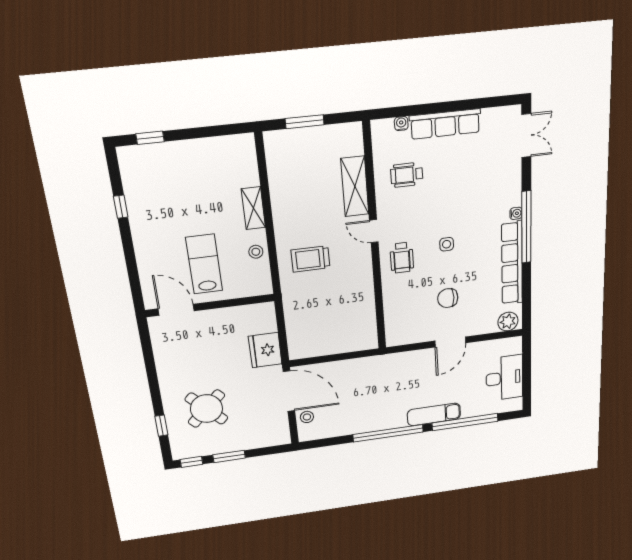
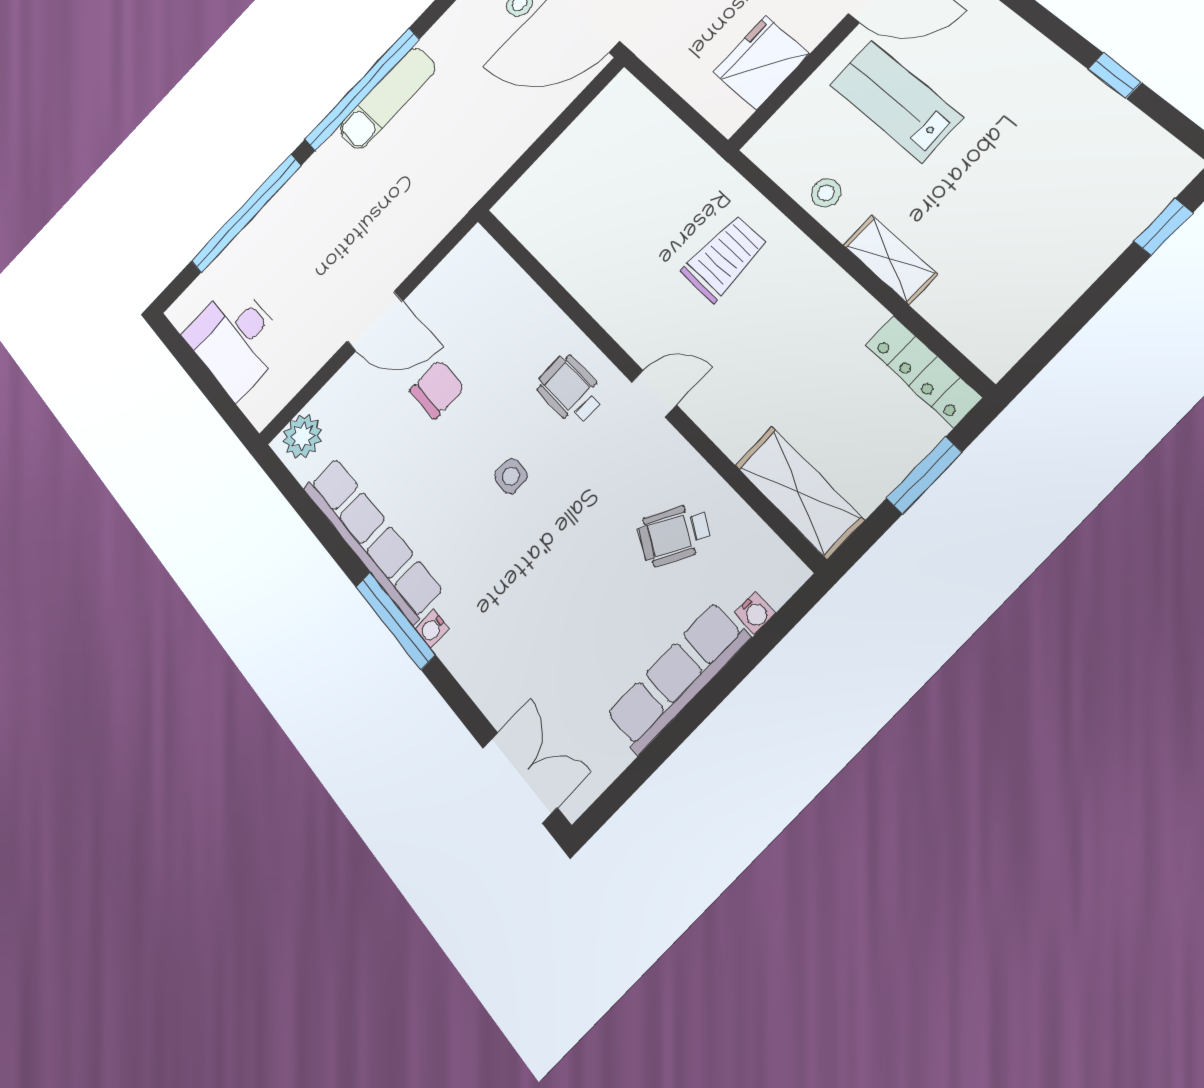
double door: (526, 136) -> (520, 778), swing flipped
locker: (275, 159) -> (923, 371), added
wheelchair: (407, 175) -> (674, 535), turned -151
shelving: (355, 186) -> (799, 492), moved
window: (526, 227) -> (395, 621), width x0.68
lab bench: (204, 264) -> (896, 101), turned 180
door: (450, 342) -> (375, 321), swing flipped
fridge: (265, 350) -> (761, 63), moved, turned -90
exam couch: (434, 414) -> (387, 98), moved

